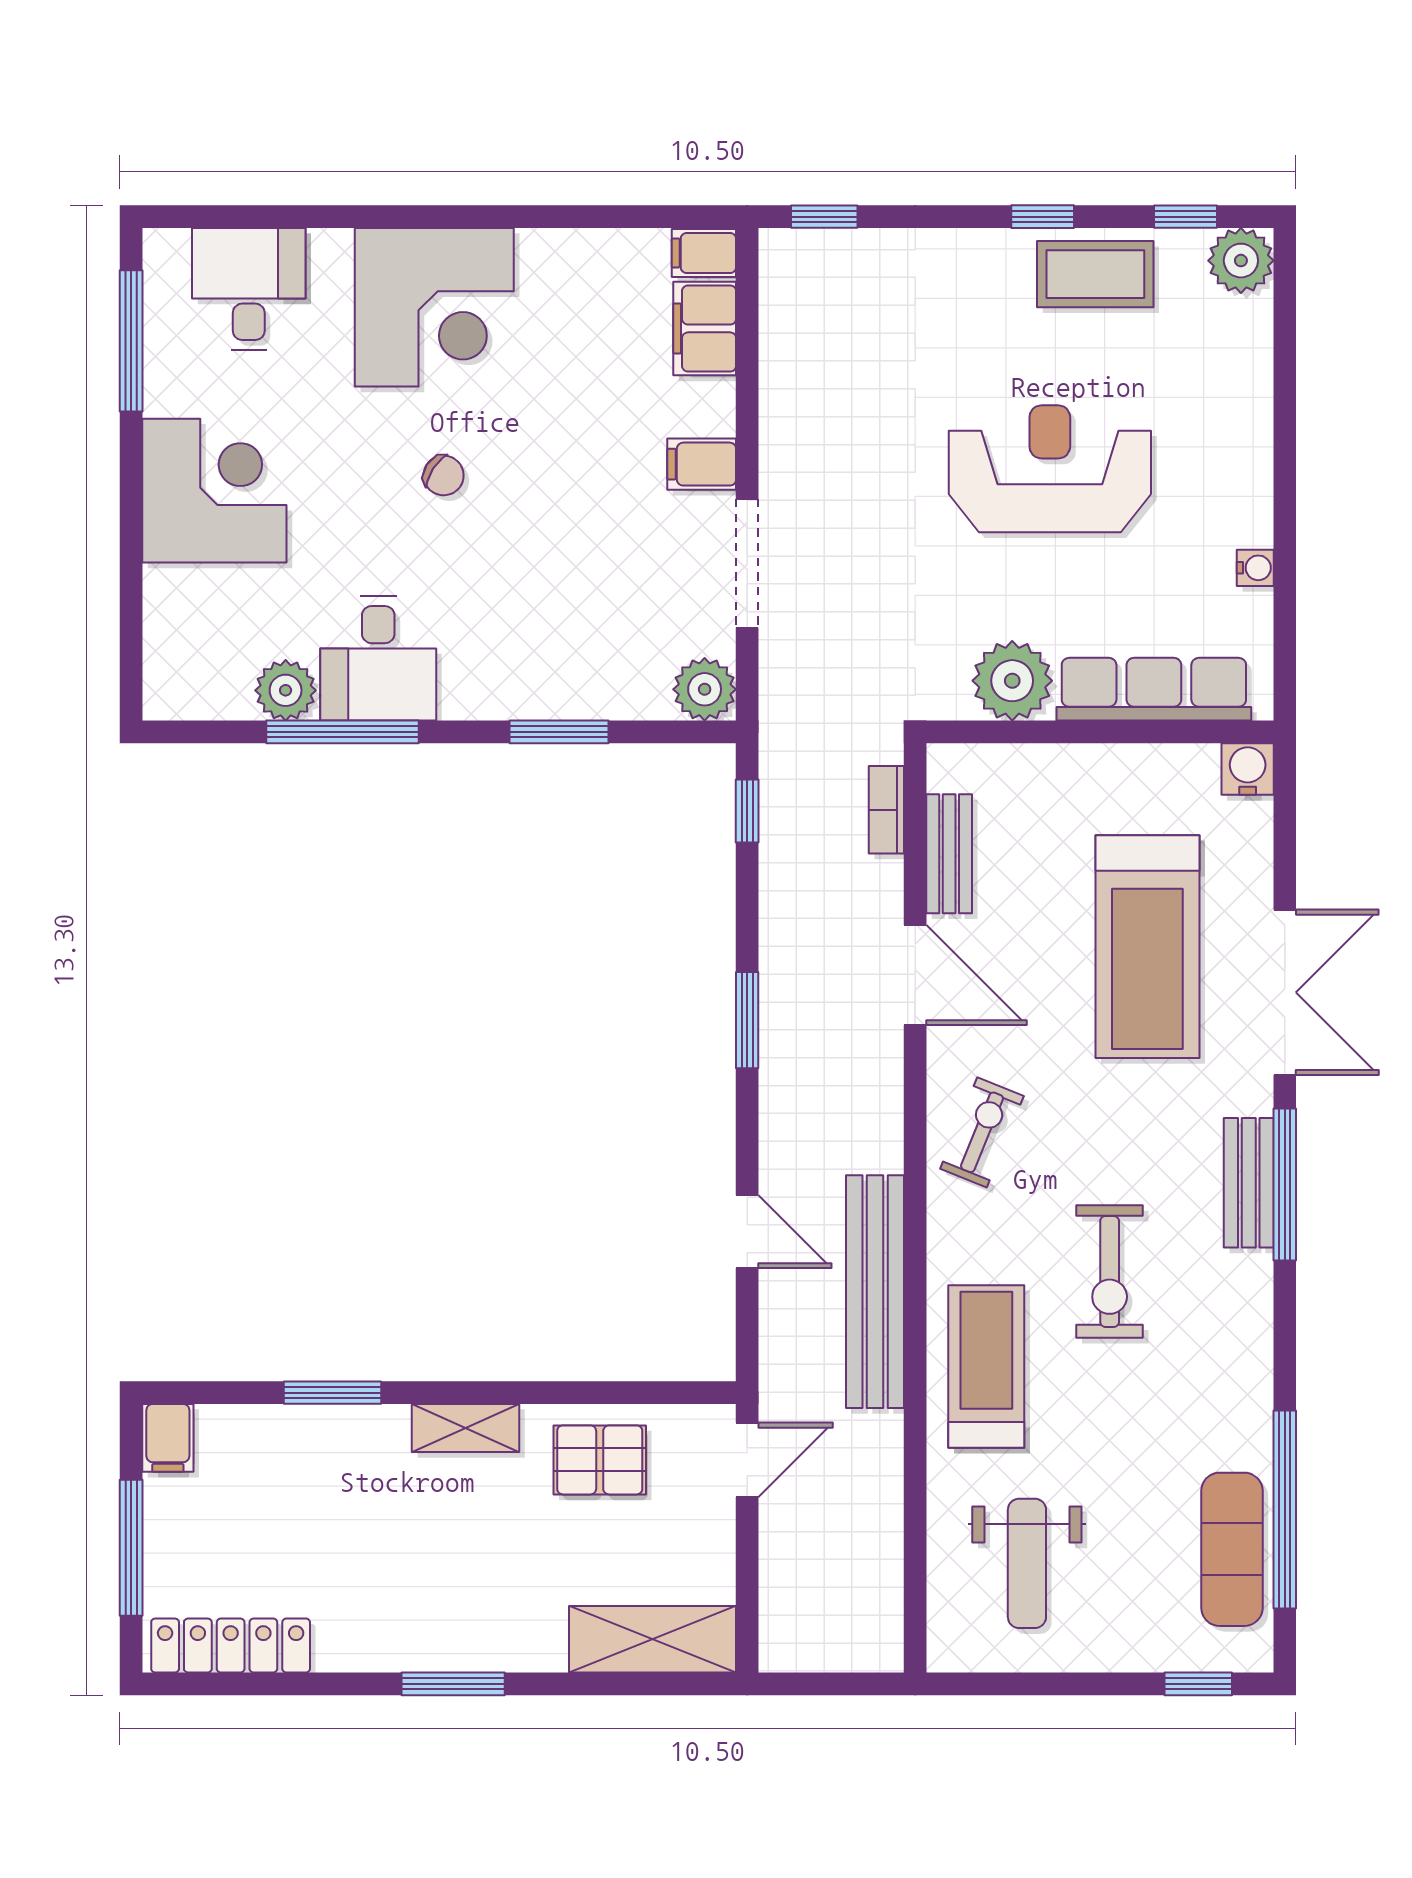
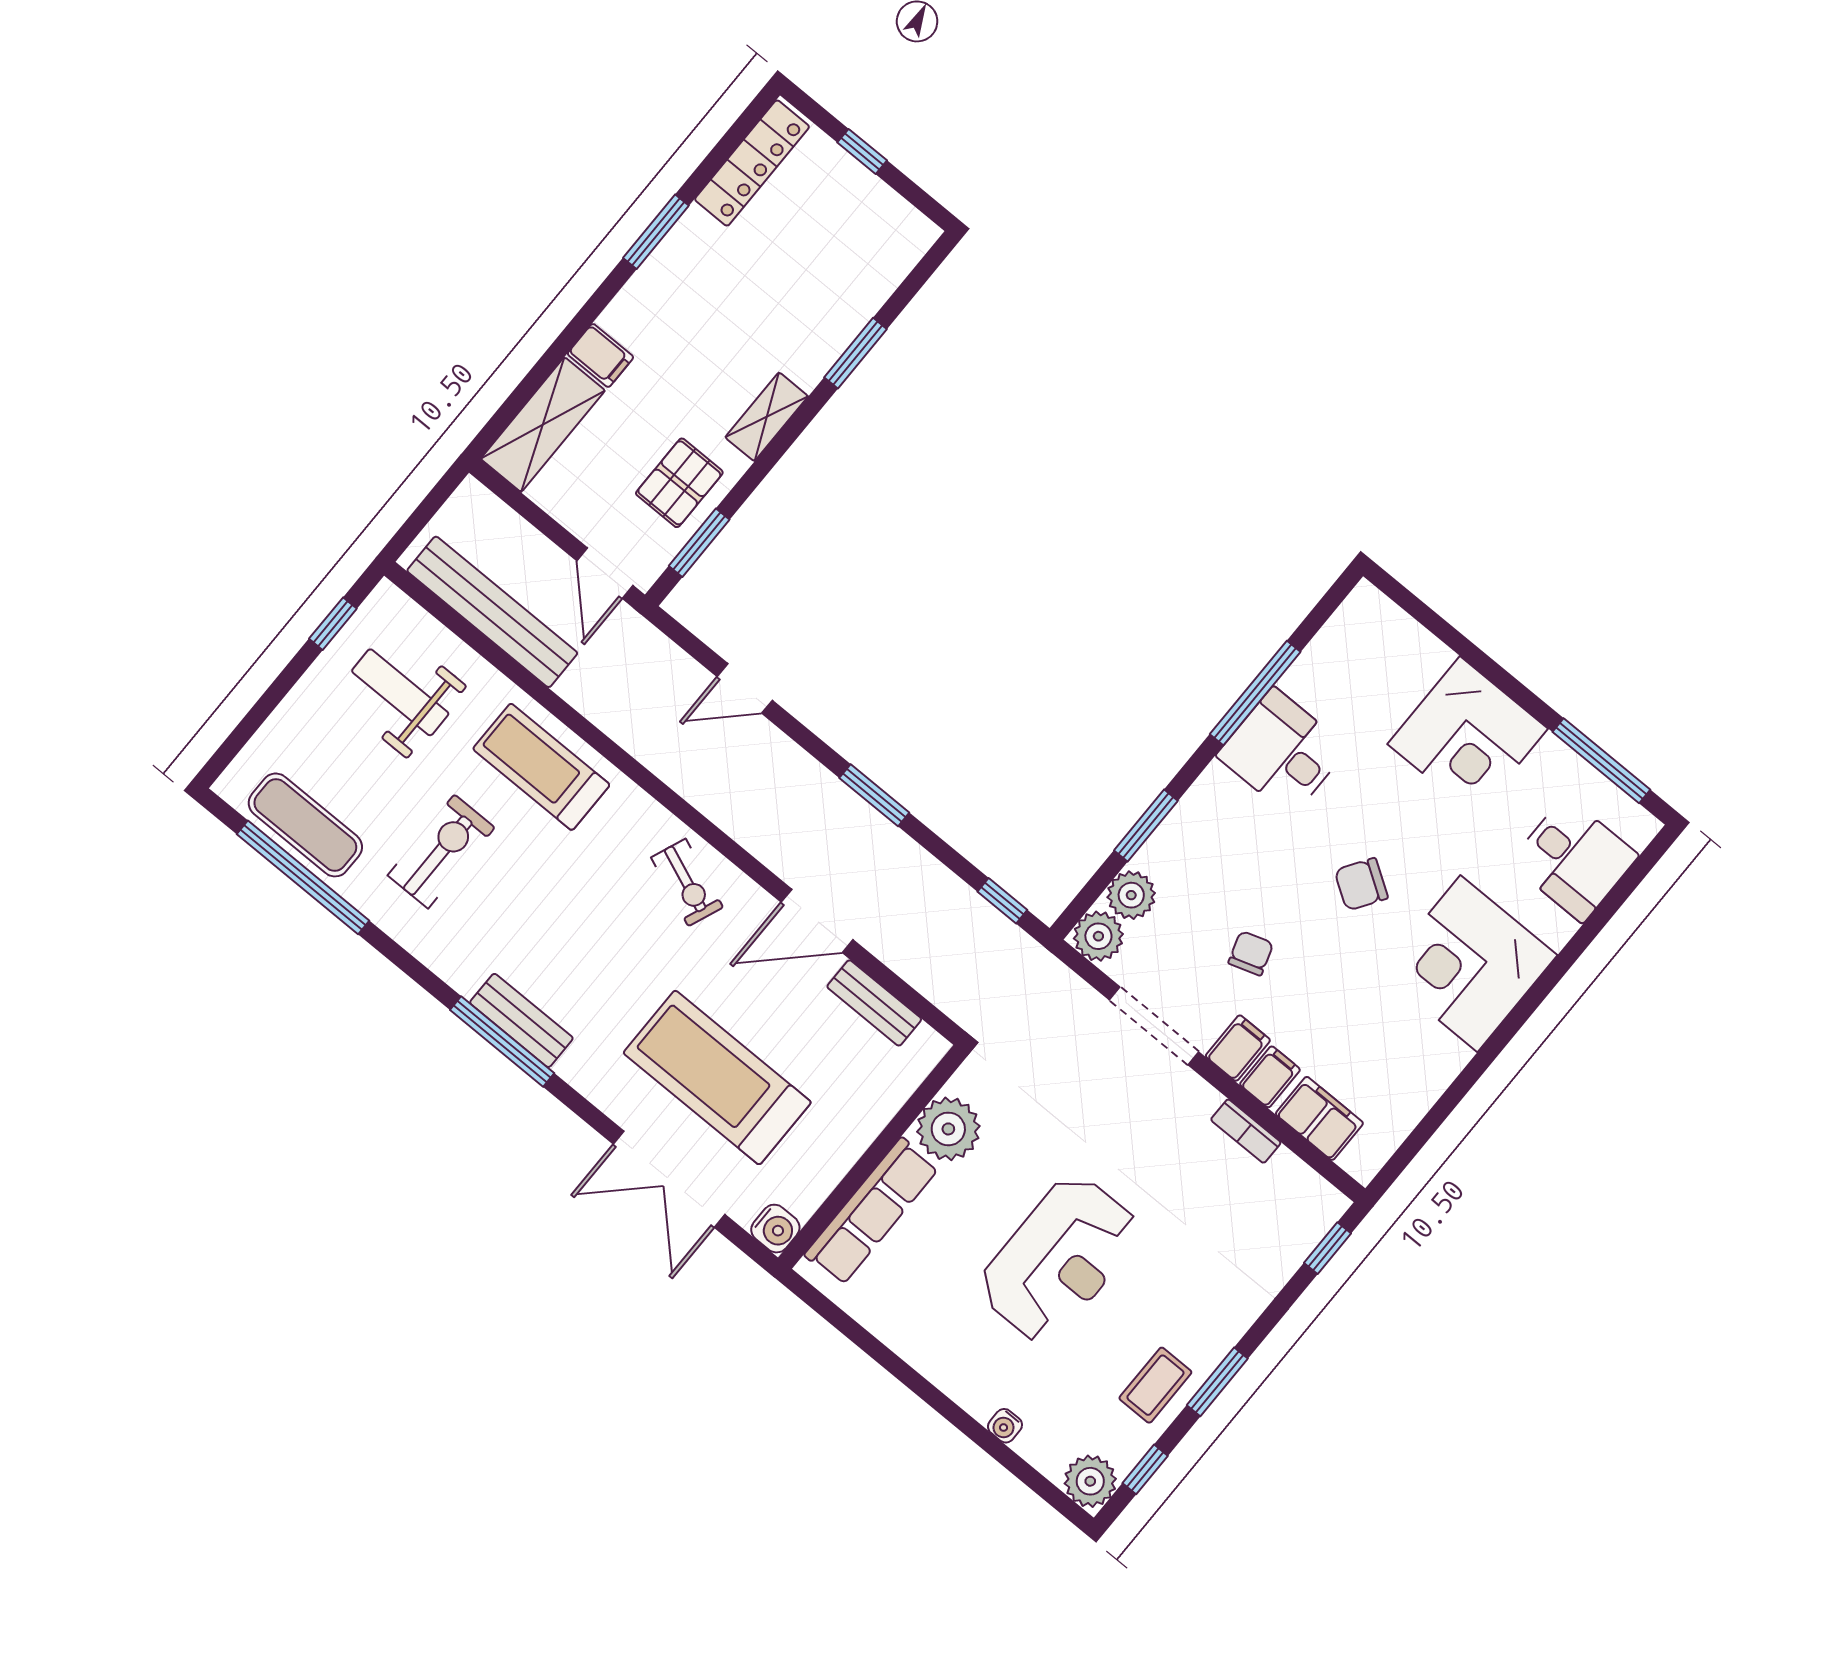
window: (1043, 217) -> (1217, 1382), width x1.50
filing cabinet: (704, 253) -> (1270, 1077), moved
coffee table: (1095, 274) -> (1155, 1385), width x0.73, depth x0.77
chair: (444, 475) -> (1361, 884), width x1.37, depth x1.37
chair: (599, 528) -> (1251, 953), added
water cooler: (1255, 568) -> (1005, 1426), moved
plant: (286, 690) -> (1131, 895), moved
bookcase: (886, 810) -> (1246, 1131), moved, turned 180
double door: (1285, 992) -> (669, 1179), moved
exercise bike: (1110, 1272) -> (441, 851), moved, turned 90
bench: (875, 1292) -> (492, 612), moved
treadmill: (986, 1366) -> (541, 767), turned 180
window: (642, 1393) -> (699, 543), added
filing cabinet: (168, 1438) -> (600, 355), moved, turned 180
window: (131, 1548) -> (862, 151), width x0.46
window: (453, 1684) -> (656, 232), moved
window: (1198, 1684) -> (333, 624), moved

